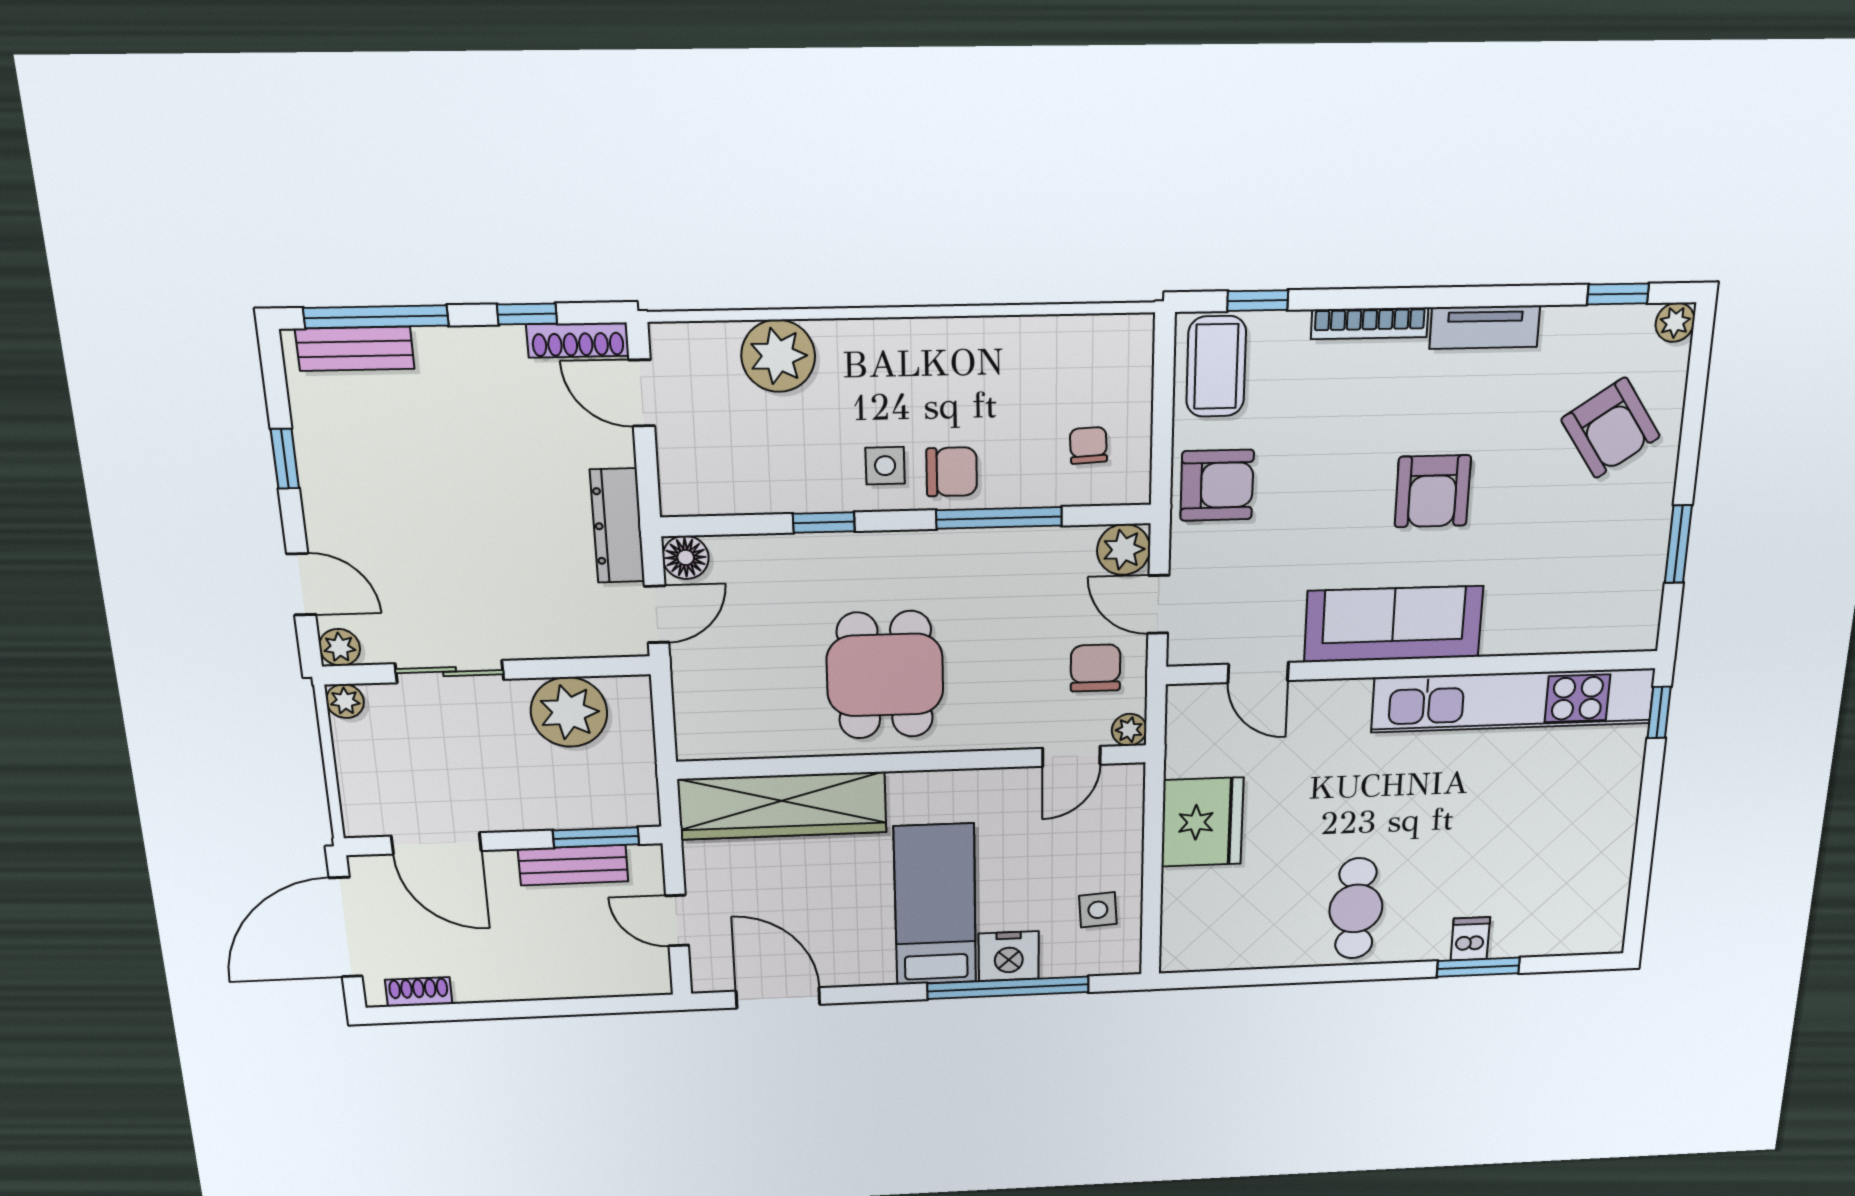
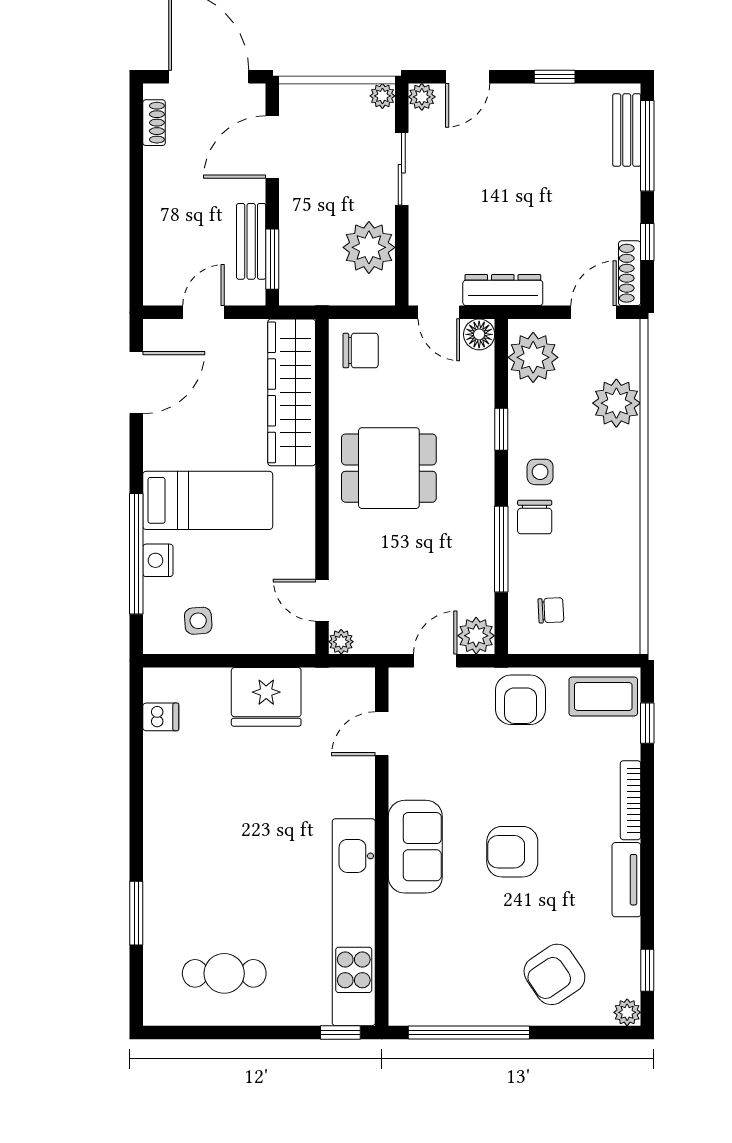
plant: (715, 480) -> (533, 357), added
window: (1678, 544) -> (469, 1032), width x2.11
sofa: (1393, 624) -> (415, 847), width x0.73
chair: (1096, 668) -> (361, 351), moved
cafe table: (1356, 908) -> (224, 973), moved
dishwasher: (1470, 939) -> (161, 717), moved
nightstand: (1009, 956) -> (158, 560), width x0.74, depth x0.75

